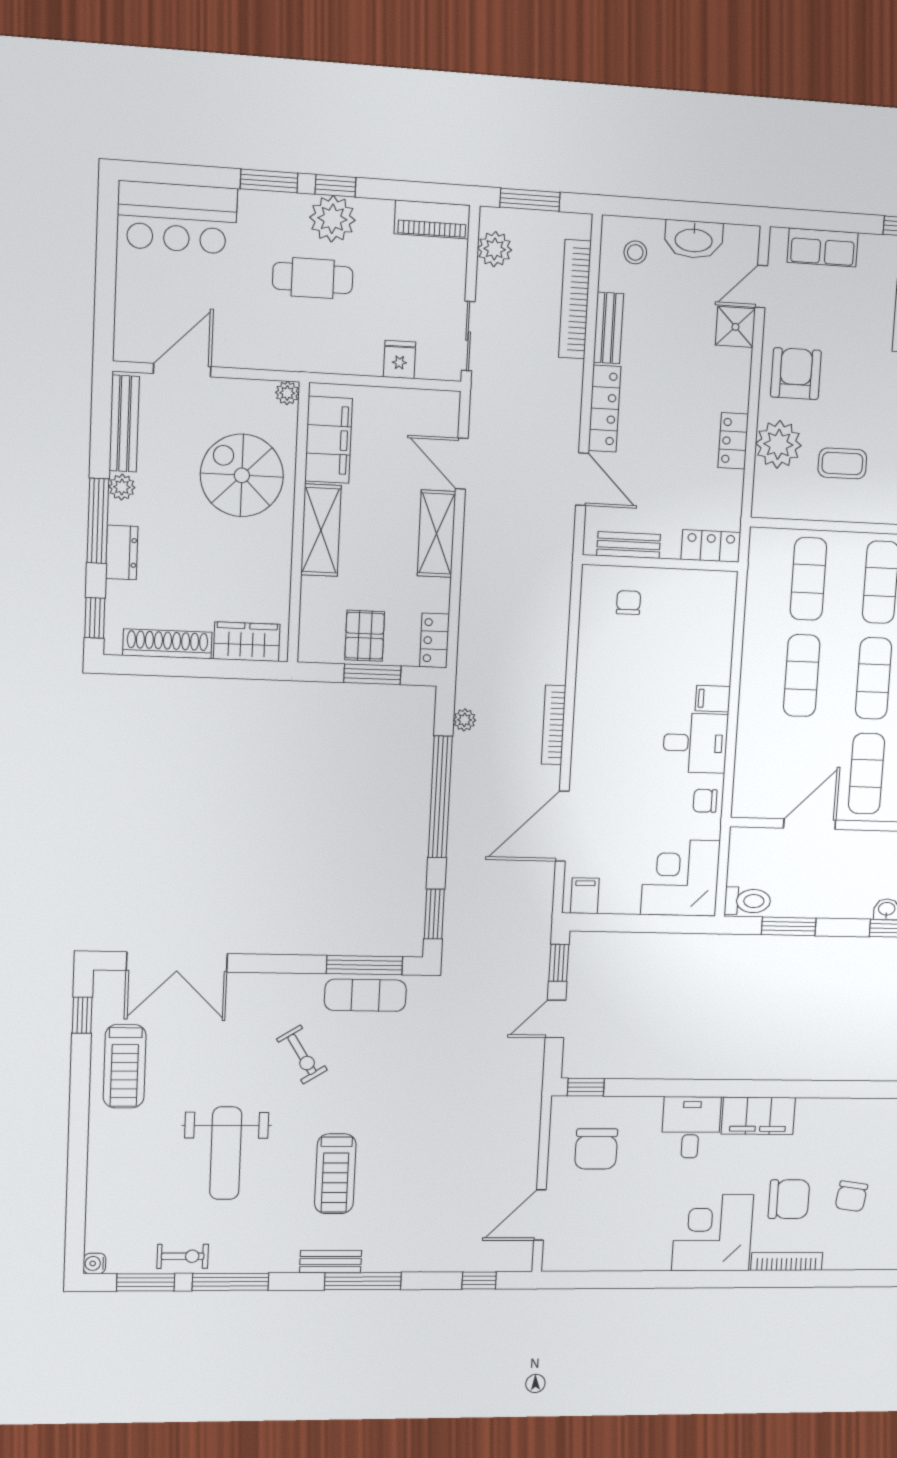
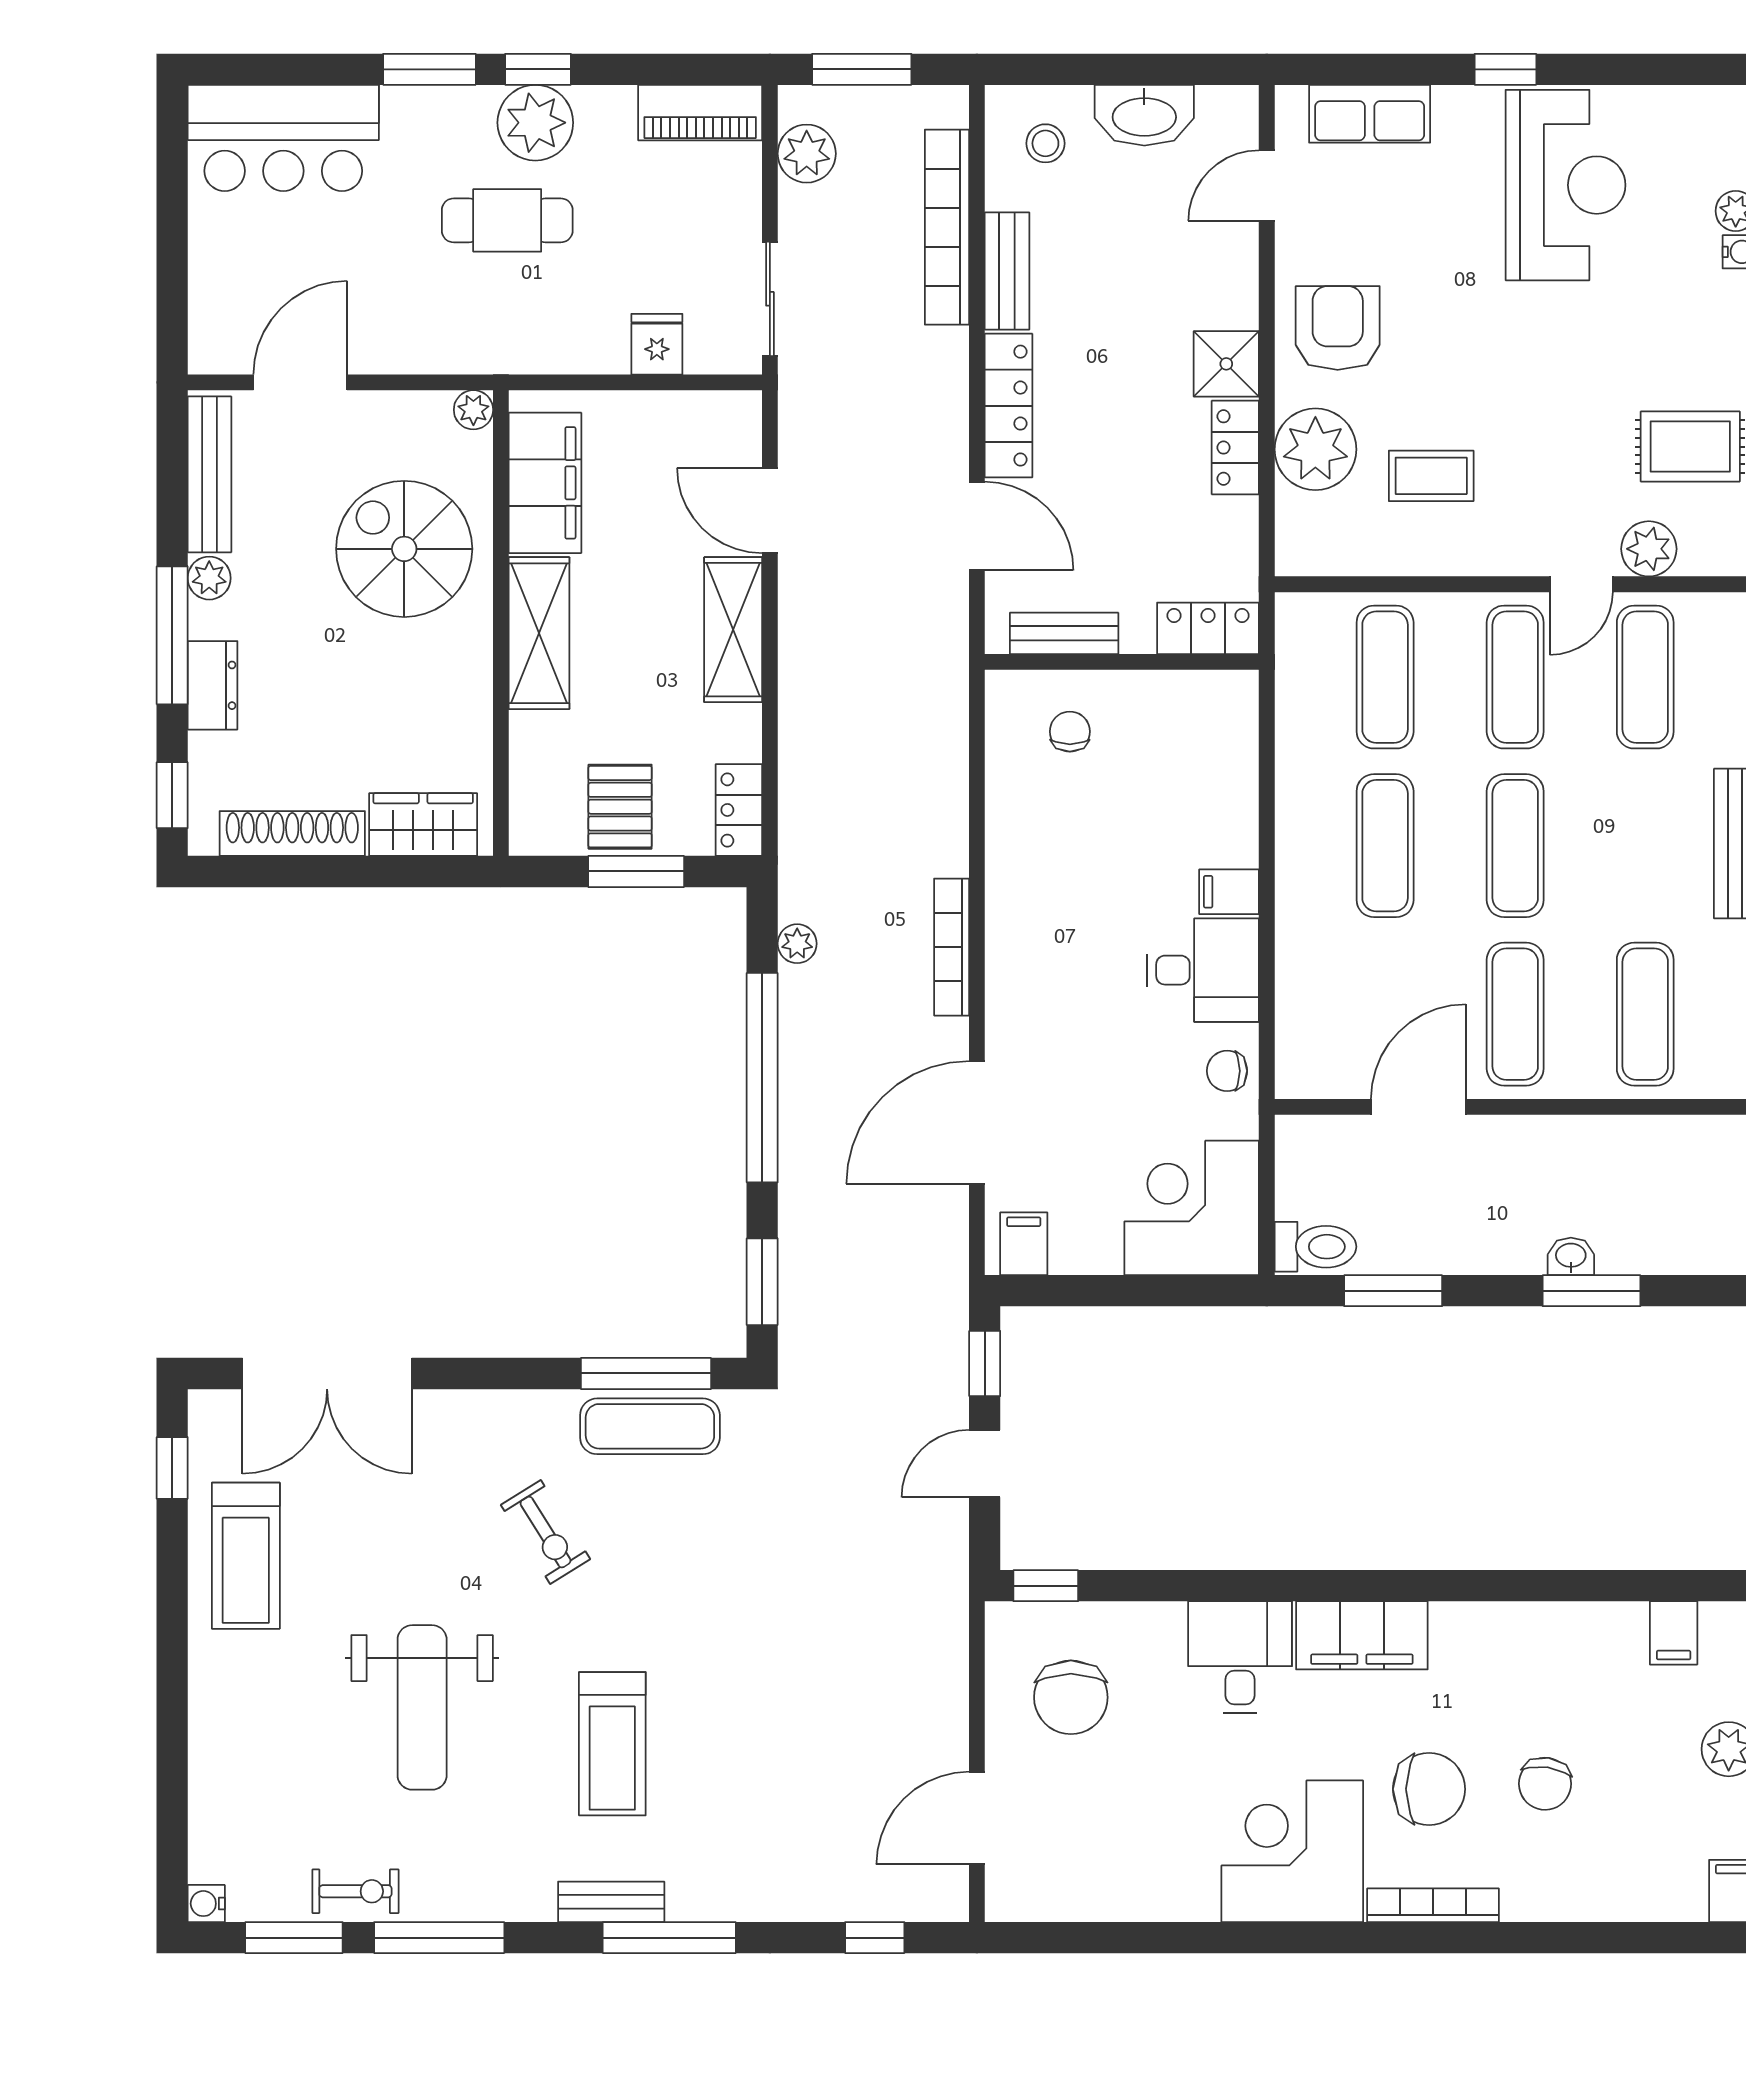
shower: (735, 327) -> (1226, 364), moved

